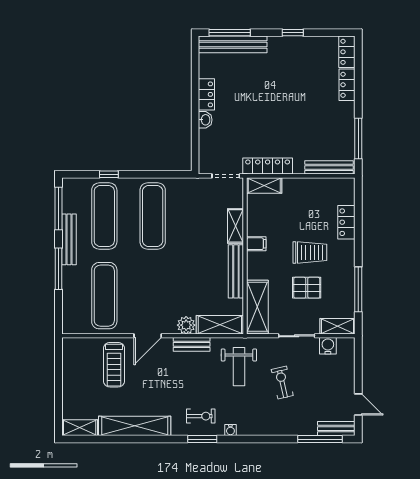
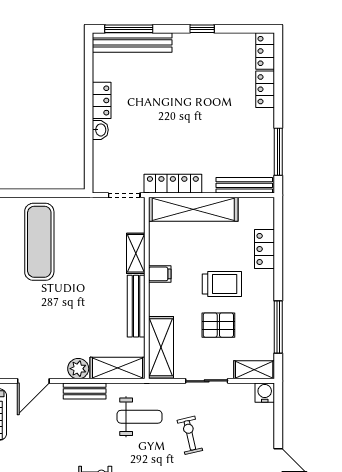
shelving: (264, 185) -> (193, 209), width x2.20, depth x1.33
water cooler: (328, 346) -> (265, 393), moved
weight bench: (239, 367) -> (139, 417), turned -90

